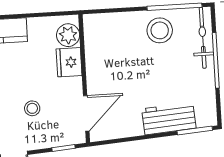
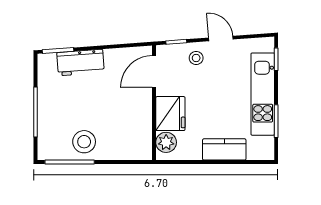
bicycle: (203, 38) -> (46, 133), removed
fridge: (69, 62) -> (170, 114), width x1.36, depth x1.34
stool: (32, 108) -> (196, 58), moved

